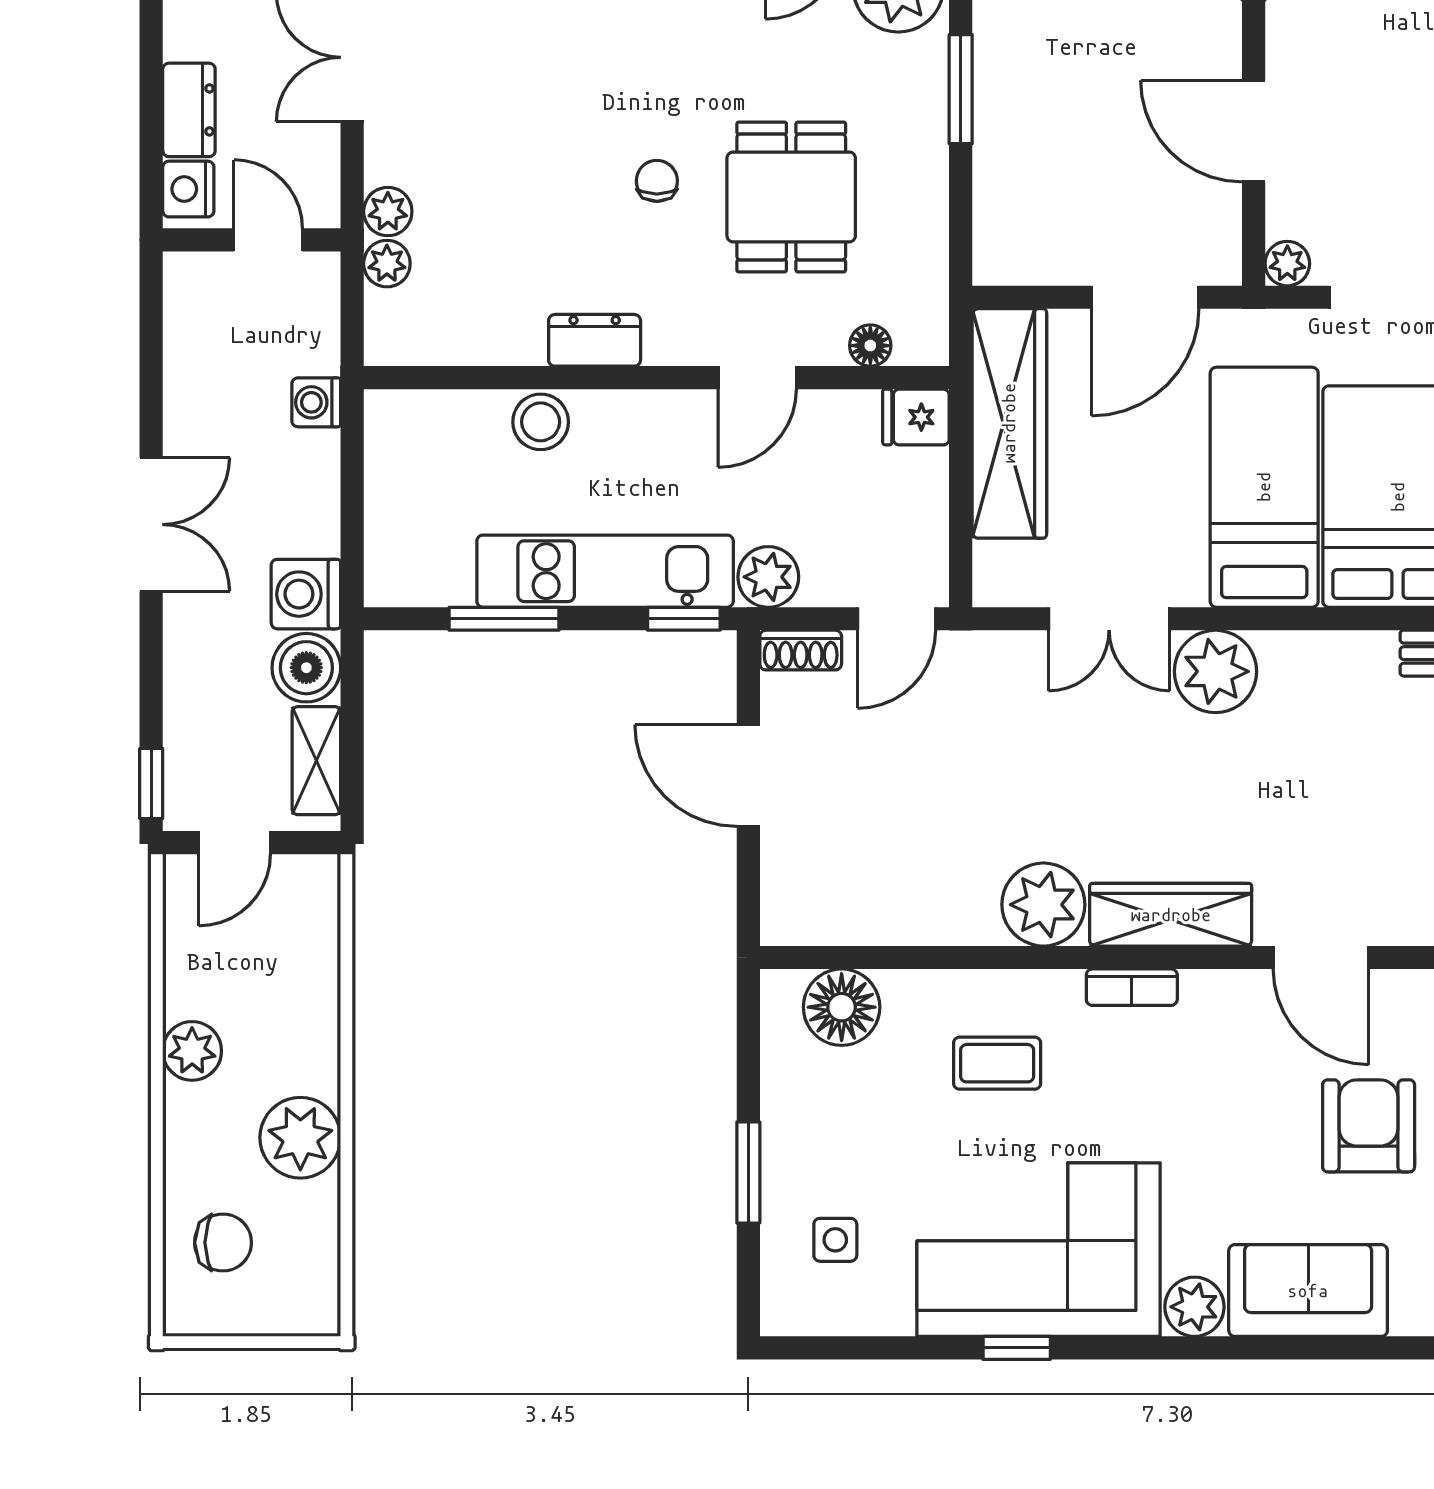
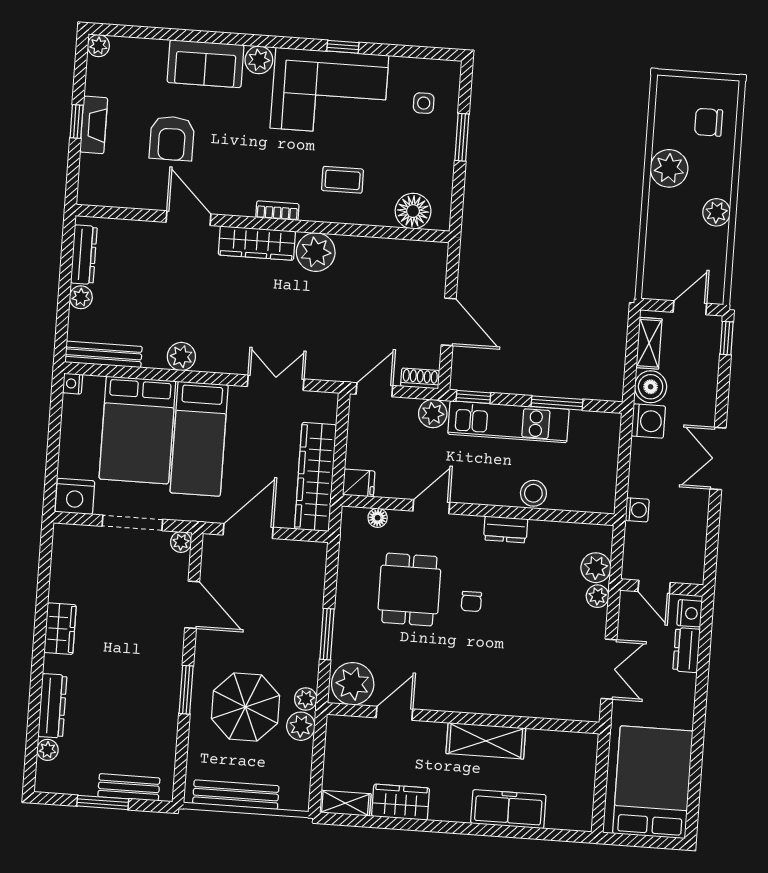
plant: (387, 264) -> (596, 568), width x1.38, depth x1.38
plant: (1215, 671) -> (181, 357), moved, width x0.73, depth x0.73

